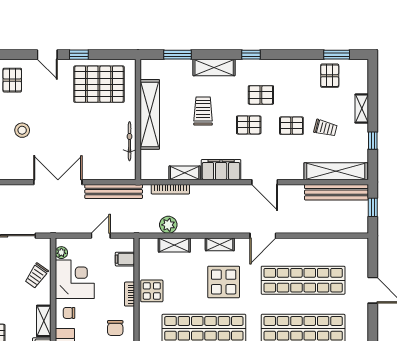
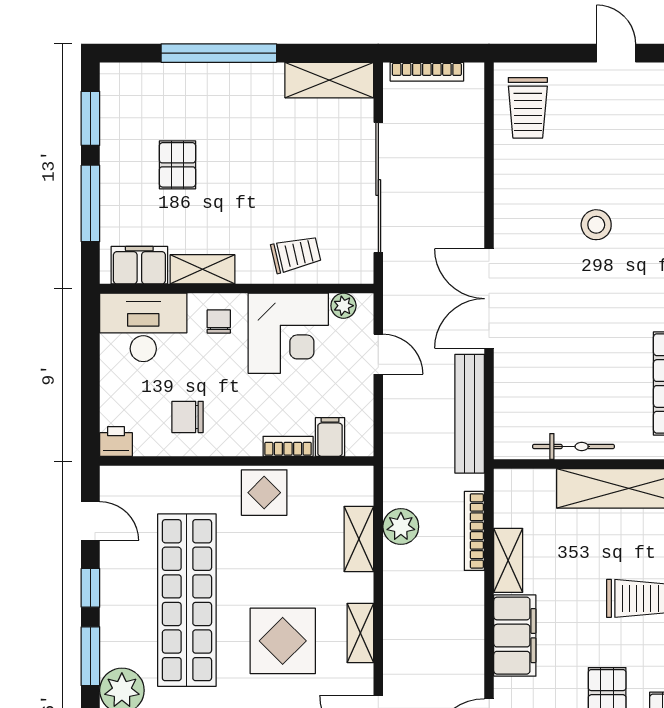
double door: (58, 182) -> (489, 299), swing flipped
door: (101, 236) -> (378, 354), moved
trolley: (36, 276) -> (296, 254), turned 132
bookcase: (129, 294) -> (288, 446), moved

